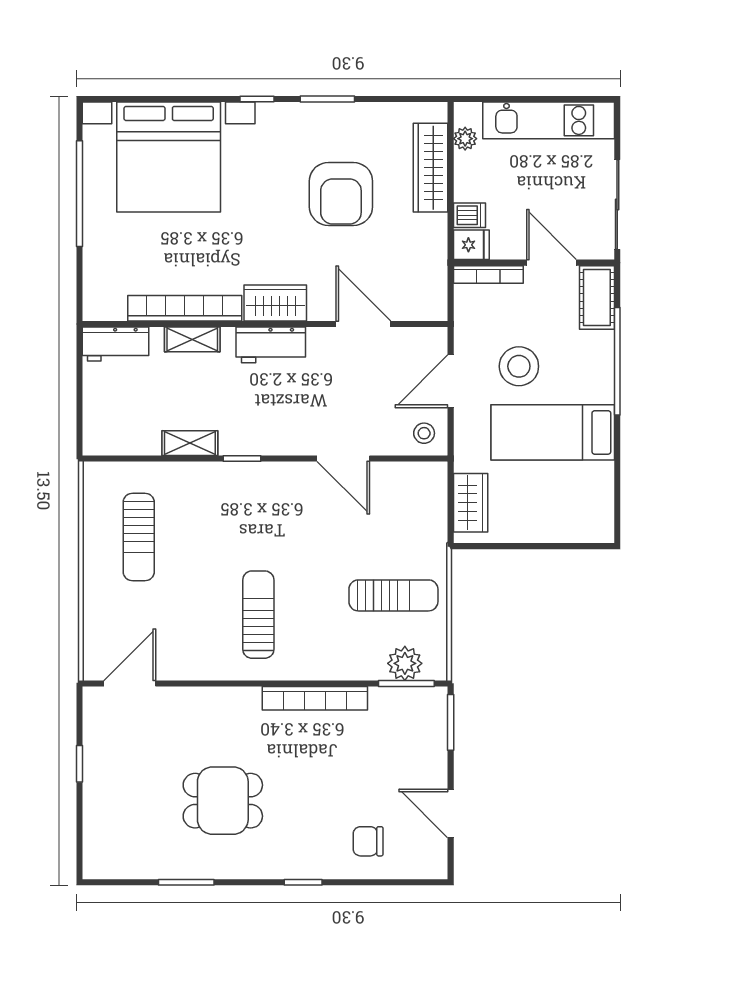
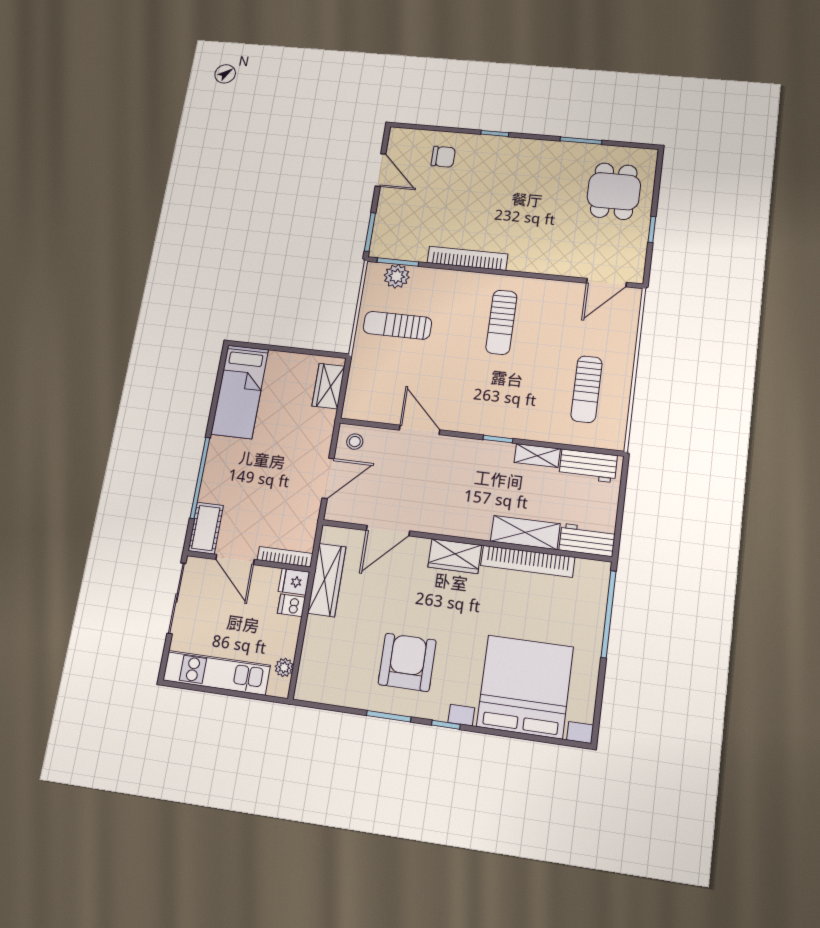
wardrobe: (430, 168) -> (327, 580), moved
window: (79, 194) -> (609, 614), moved
armchair: (341, 194) -> (407, 662), moved
door: (363, 324) -> (388, 531), hinge flipped
shelving: (192, 339) -> (525, 533), width x1.50, depth x1.33
workbench: (271, 345) -> (588, 466), moved, turned 180
stool: (519, 366) -> (274, 483), removed
bed: (553, 432) -> (240, 392), moved, turned 90
sun lounger: (139, 537) -> (587, 389), turned 180
dining table: (223, 801) -> (614, 191), moved, turned 90

